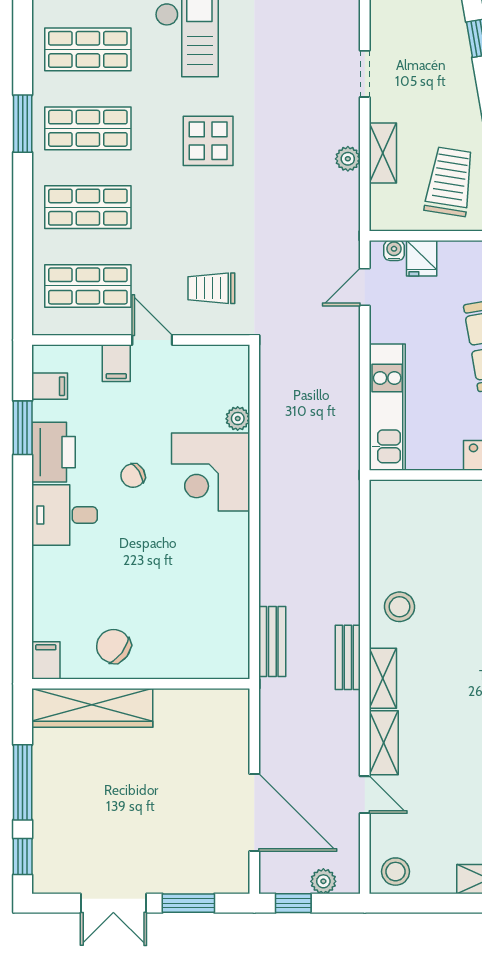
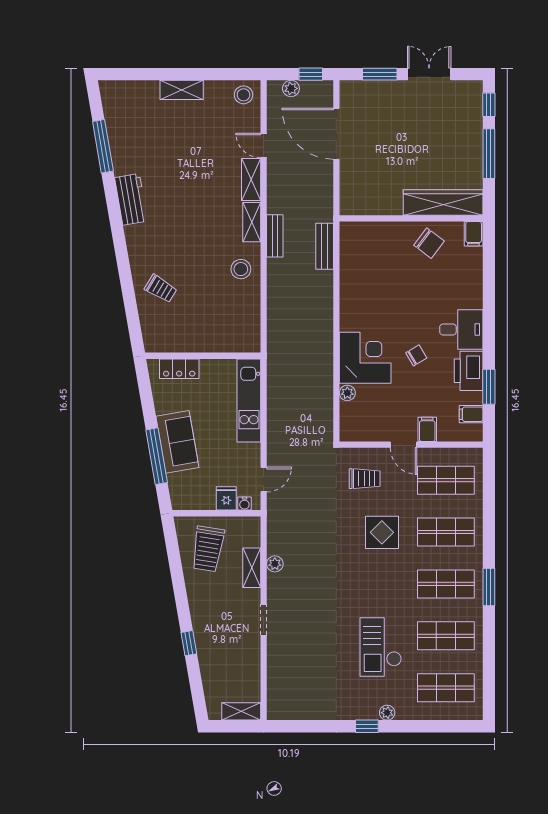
display table: (208, 141) -> (382, 532), moved

